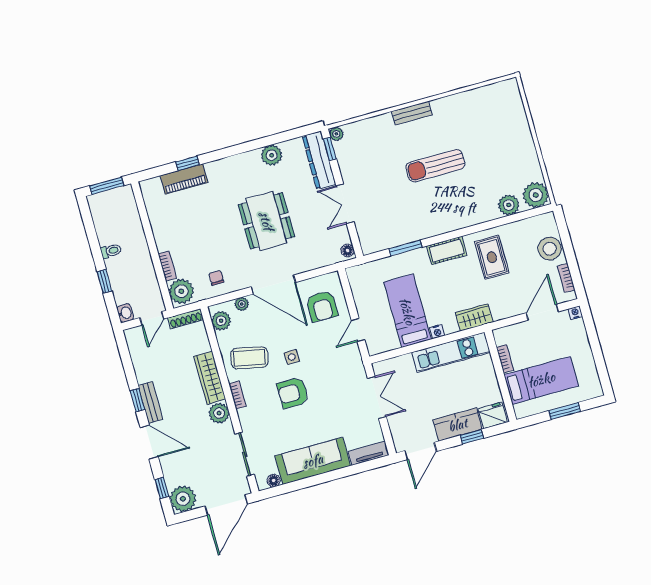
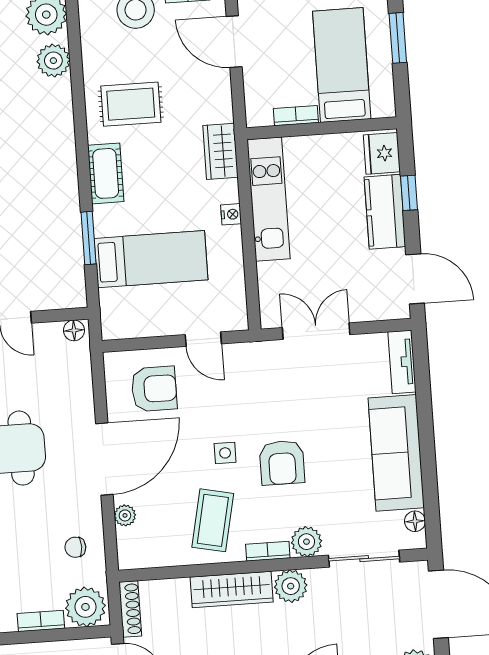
bed: (407, 311) -> (151, 259), moved, turned 180
plant: (221, 321) -> (306, 542), moved

